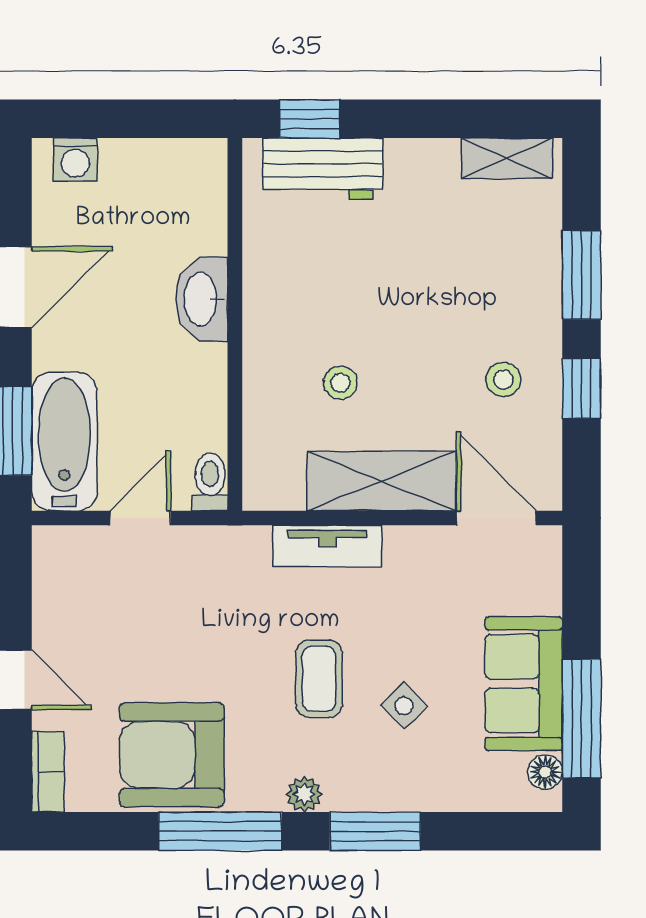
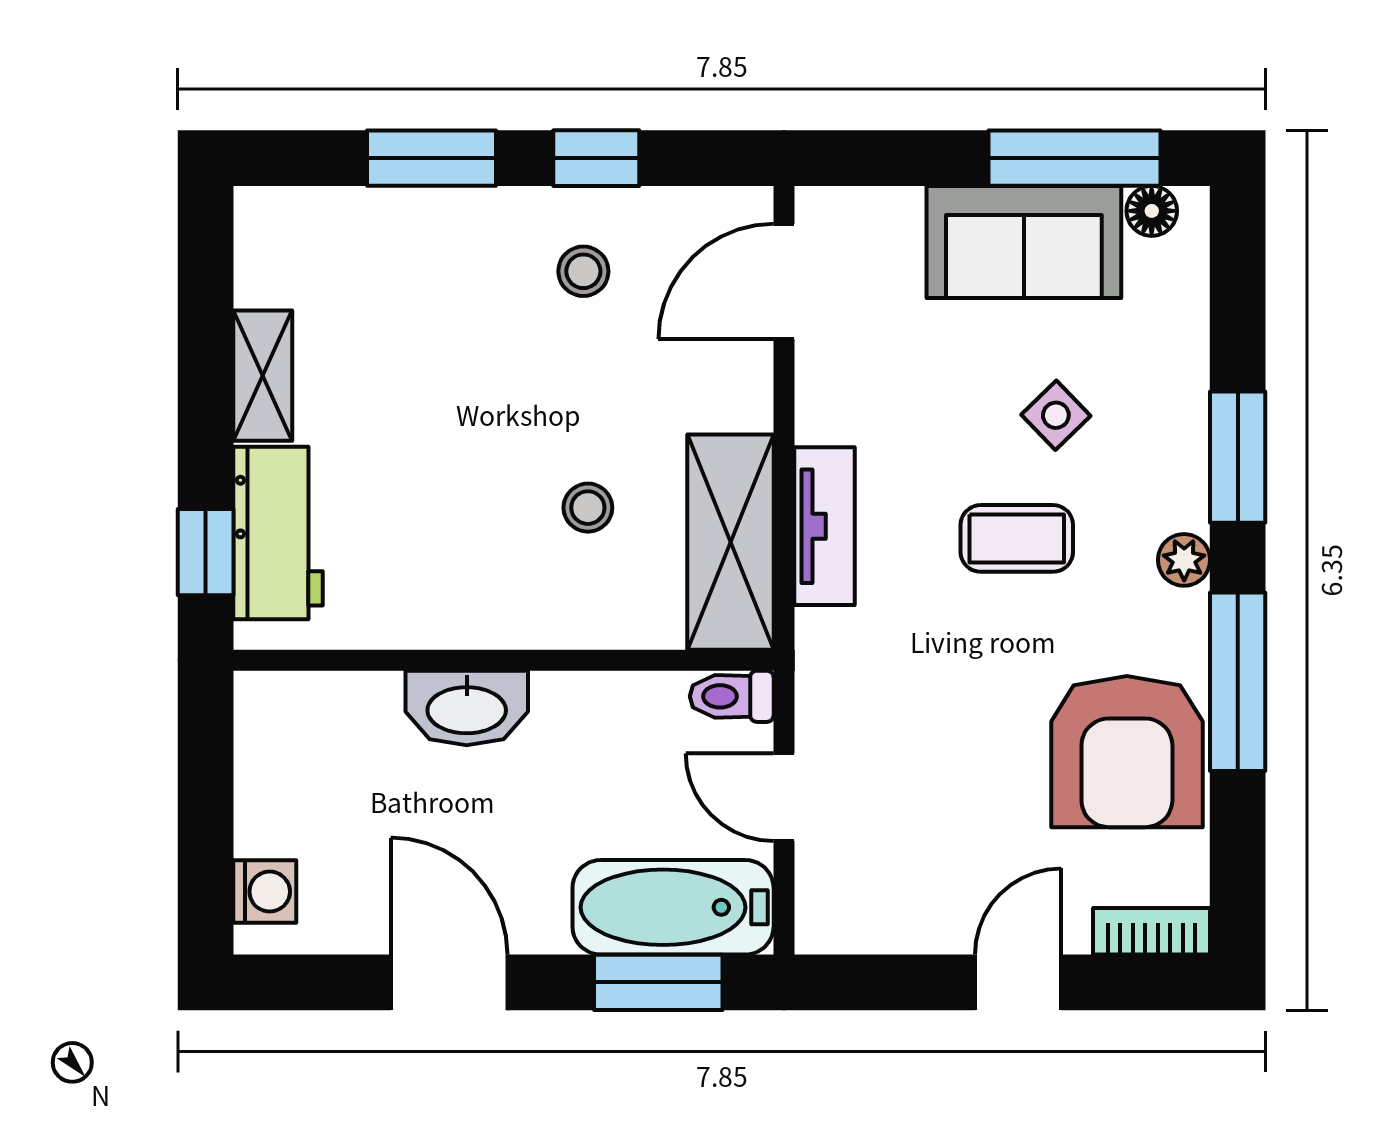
shelving: (507, 158) -> (263, 376), moved
shelving: (381, 481) -> (730, 542), moved

